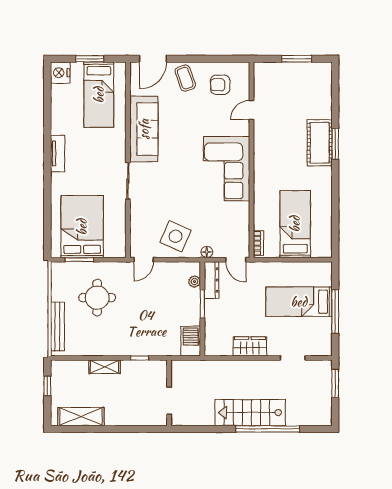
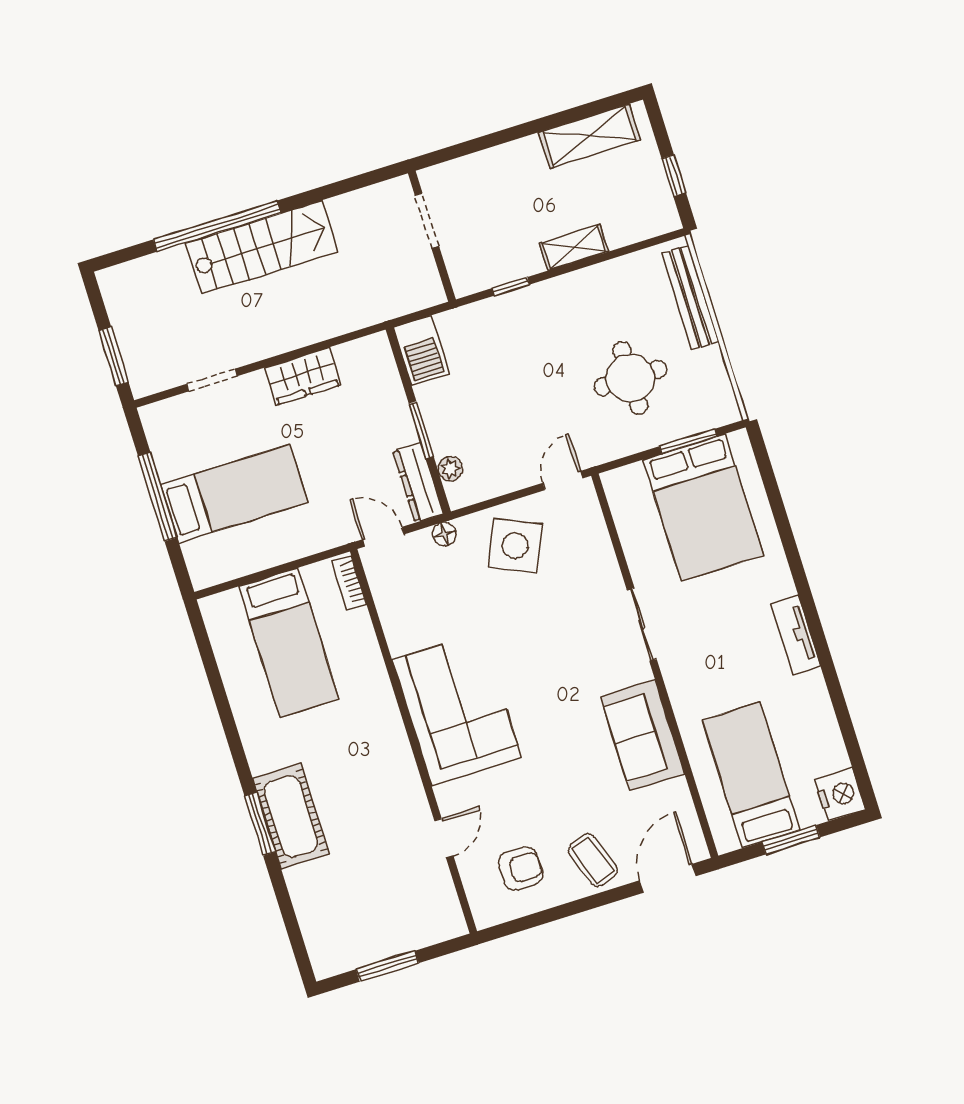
sofa: (144, 129) -> (642, 735), width x0.73

